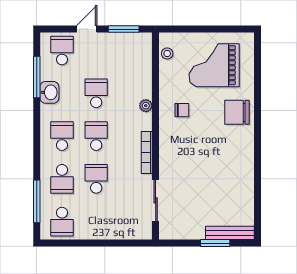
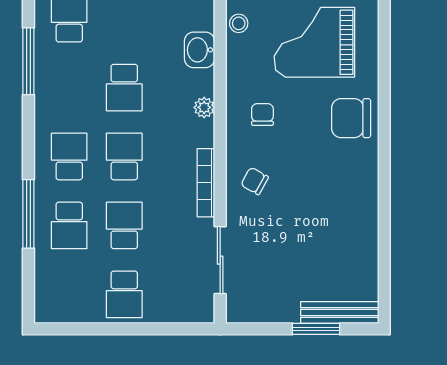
washbasin: (49, 92) -> (199, 50), moved, turned 180
school desk: (96, 93) -> (124, 88), turned 180
chair: (182, 110) -> (262, 115), turned -90
chair: (177, 151) -> (255, 181), added
window: (37, 201) -> (28, 214), moved
school desk: (62, 222) -> (124, 294), moved

